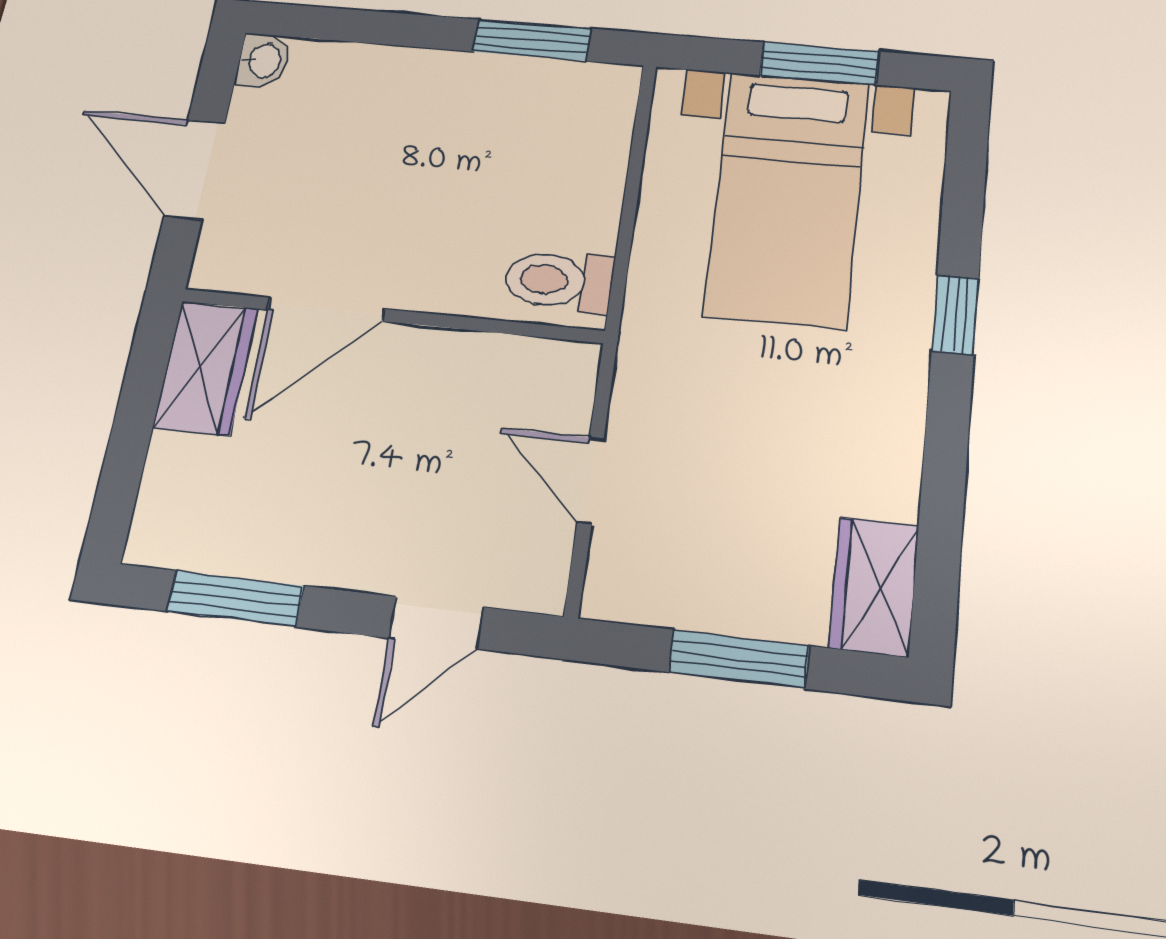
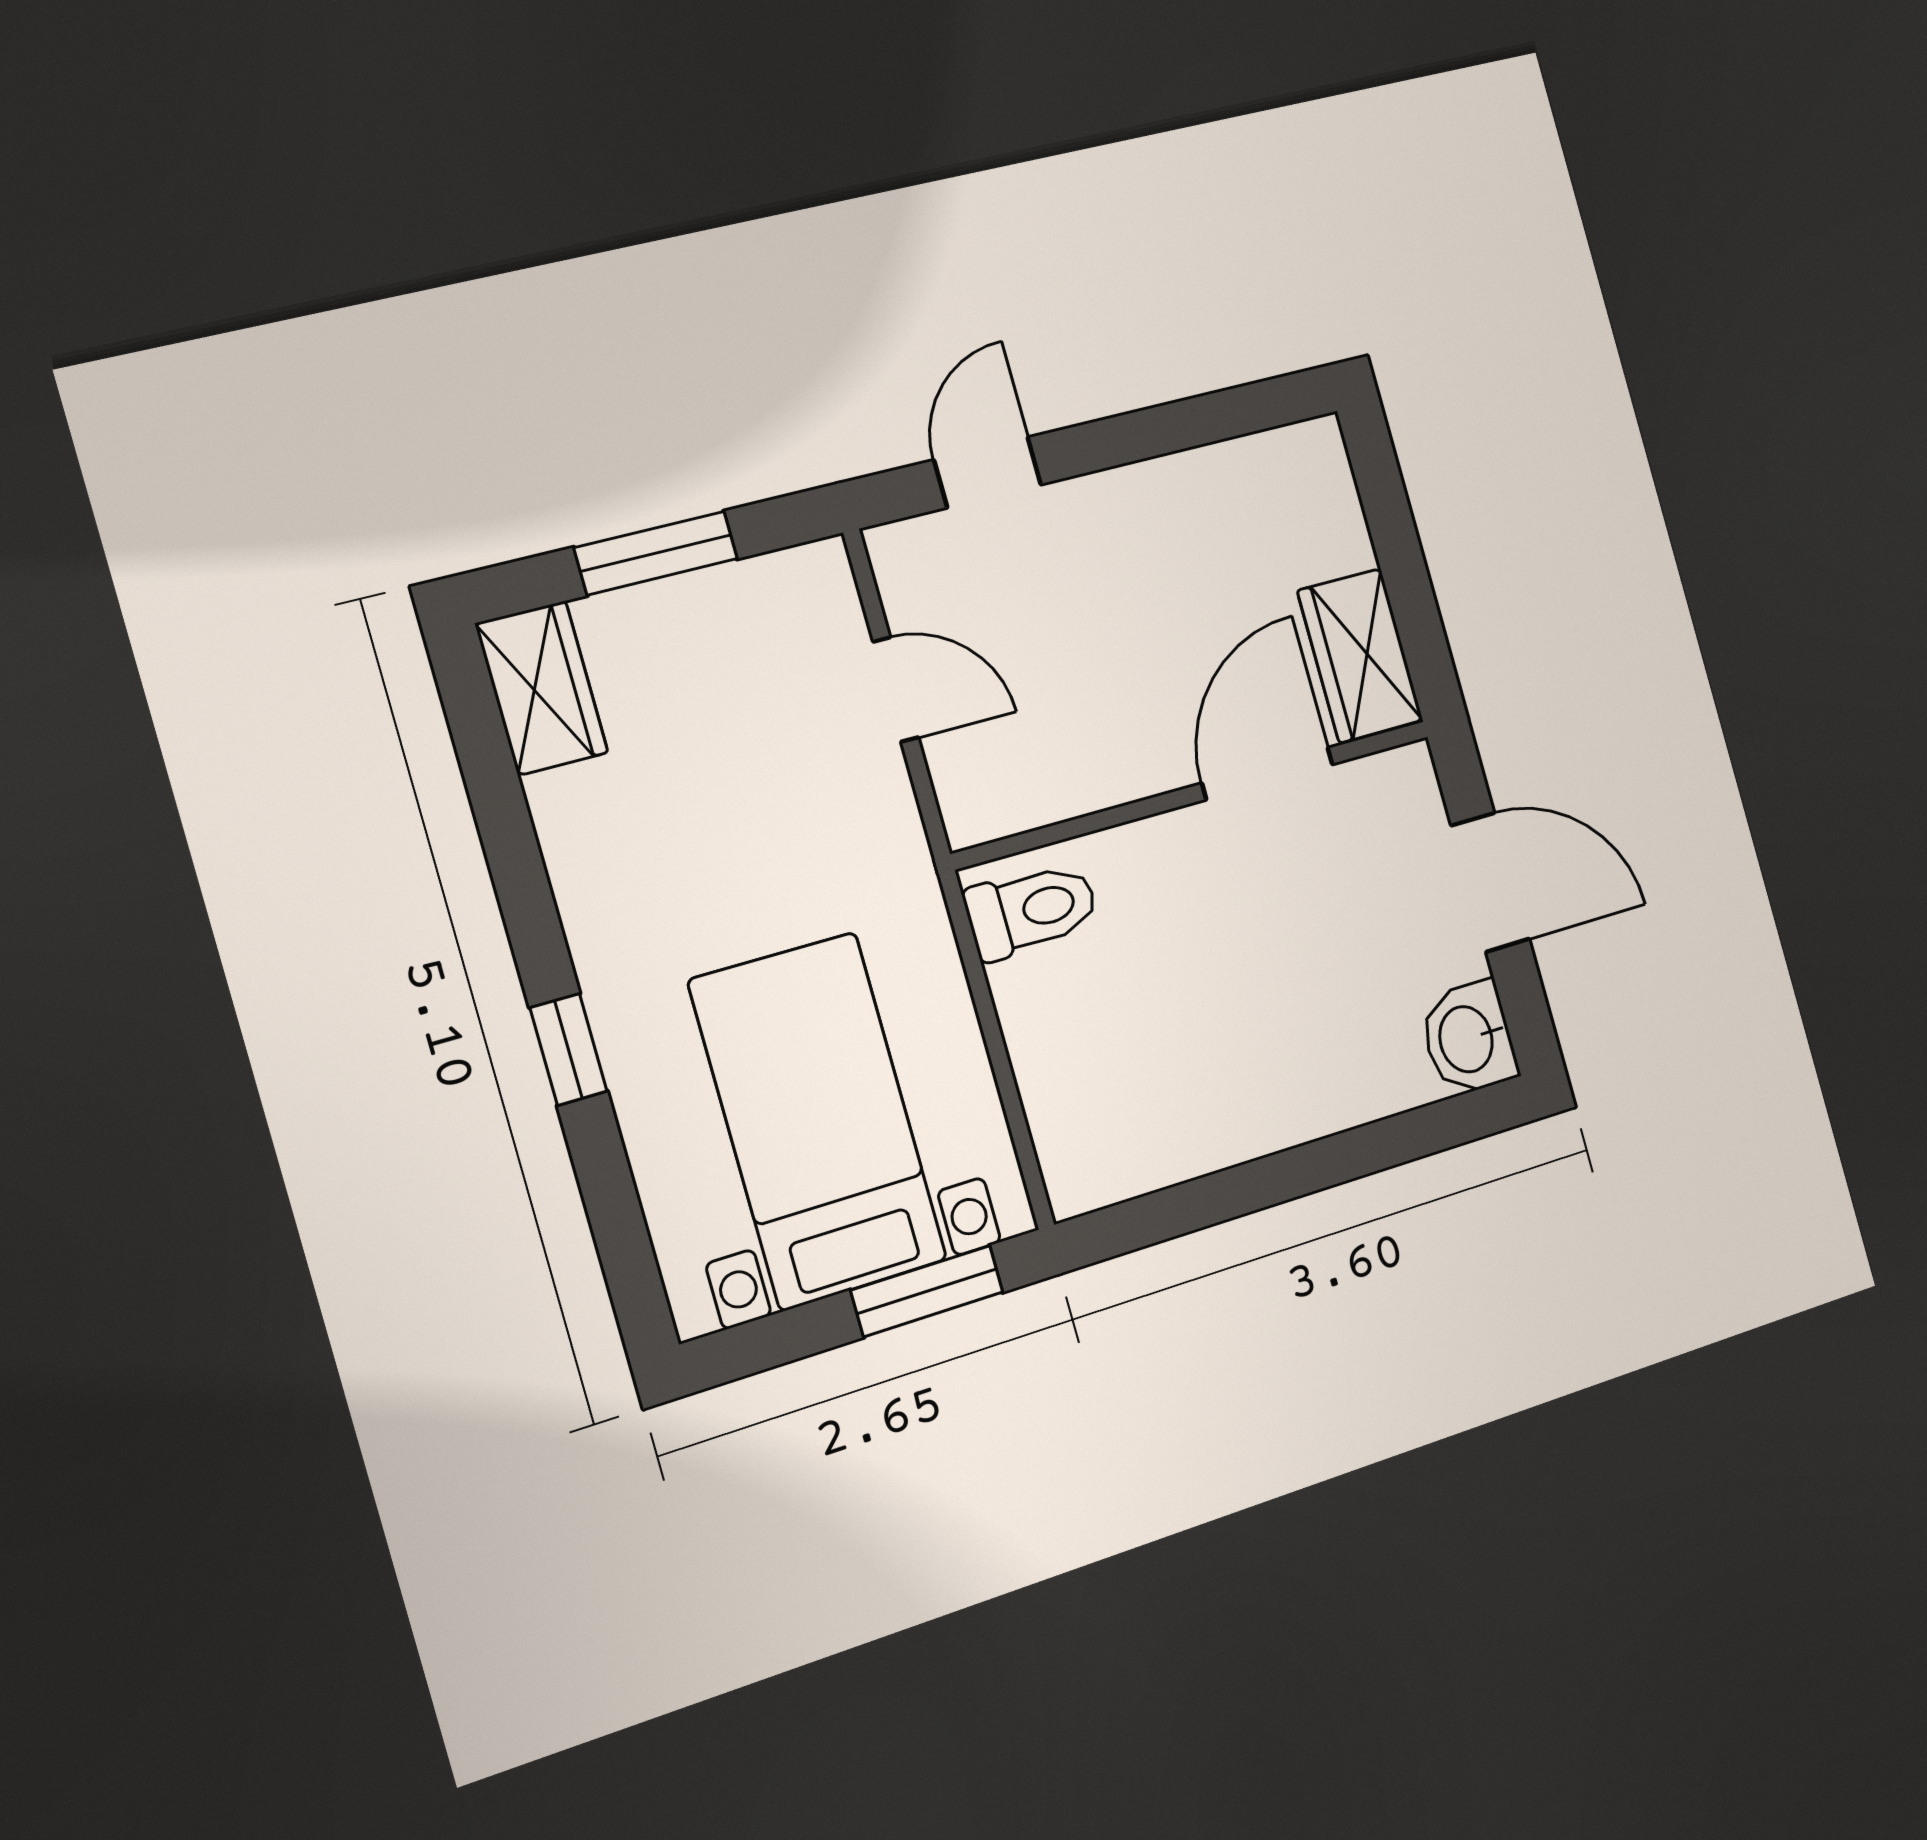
window: (532, 40) -> (1196, 1204), removed
washbasin: (263, 61) -> (1468, 1039), width x1.38, depth x1.45
window: (819, 63) -> (927, 1291), moved
window: (235, 599) -> (1204, 420), removed

